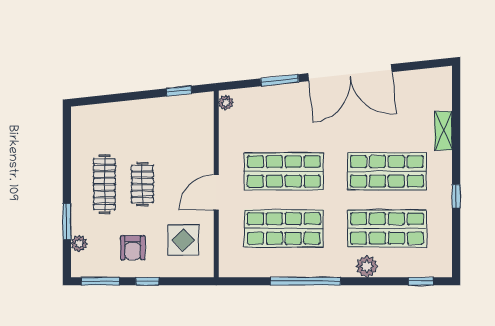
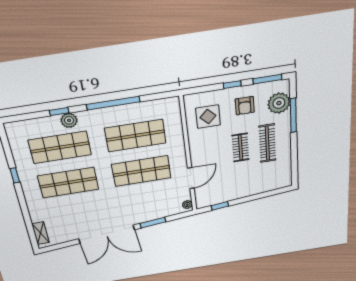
double door: (350, 73) -> (106, 234), swing flipped
shelving: (443, 131) -> (41, 233), moved
door: (216, 192) -> (191, 178), moved
window: (67, 221) -> (293, 115), width x1.44
plant: (79, 244) -> (279, 103), width x1.88, depth x1.88
armchair: (133, 248) -> (245, 106), turned 180
window: (421, 281) -> (59, 112), moved

